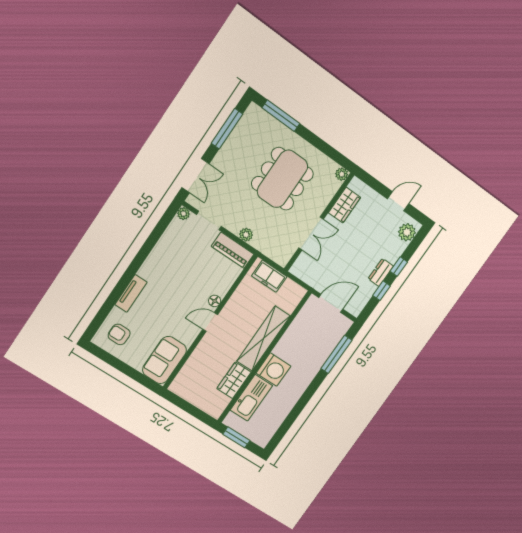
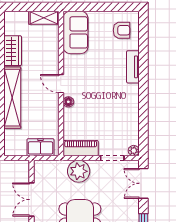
plant: (246, 235) -> (79, 171), width x1.88, depth x1.88
door: (210, 322) -> (61, 84), swing flipped
shelving: (185, 392) -> (44, 18), added

